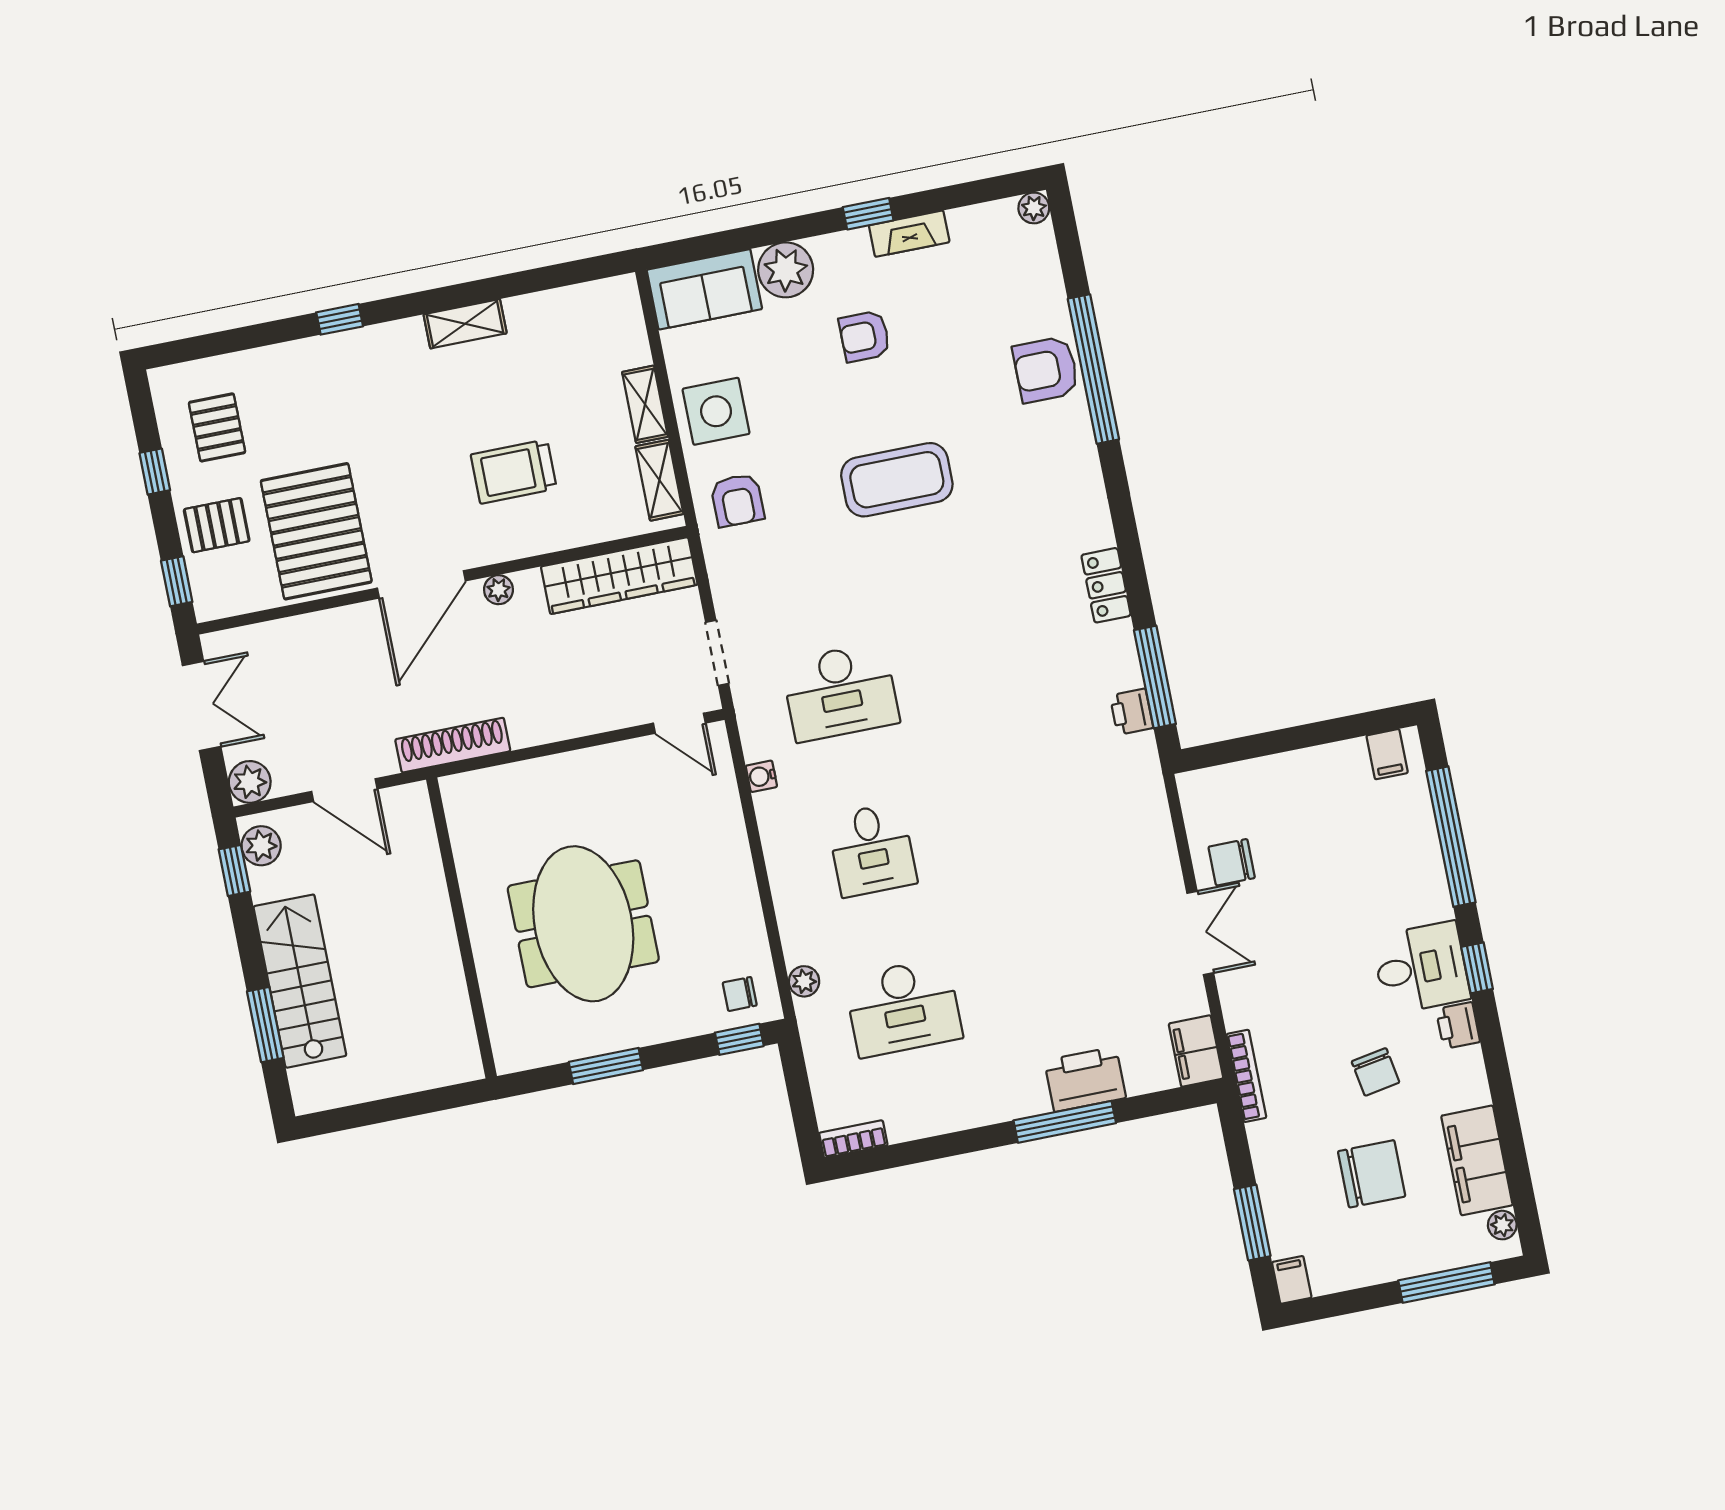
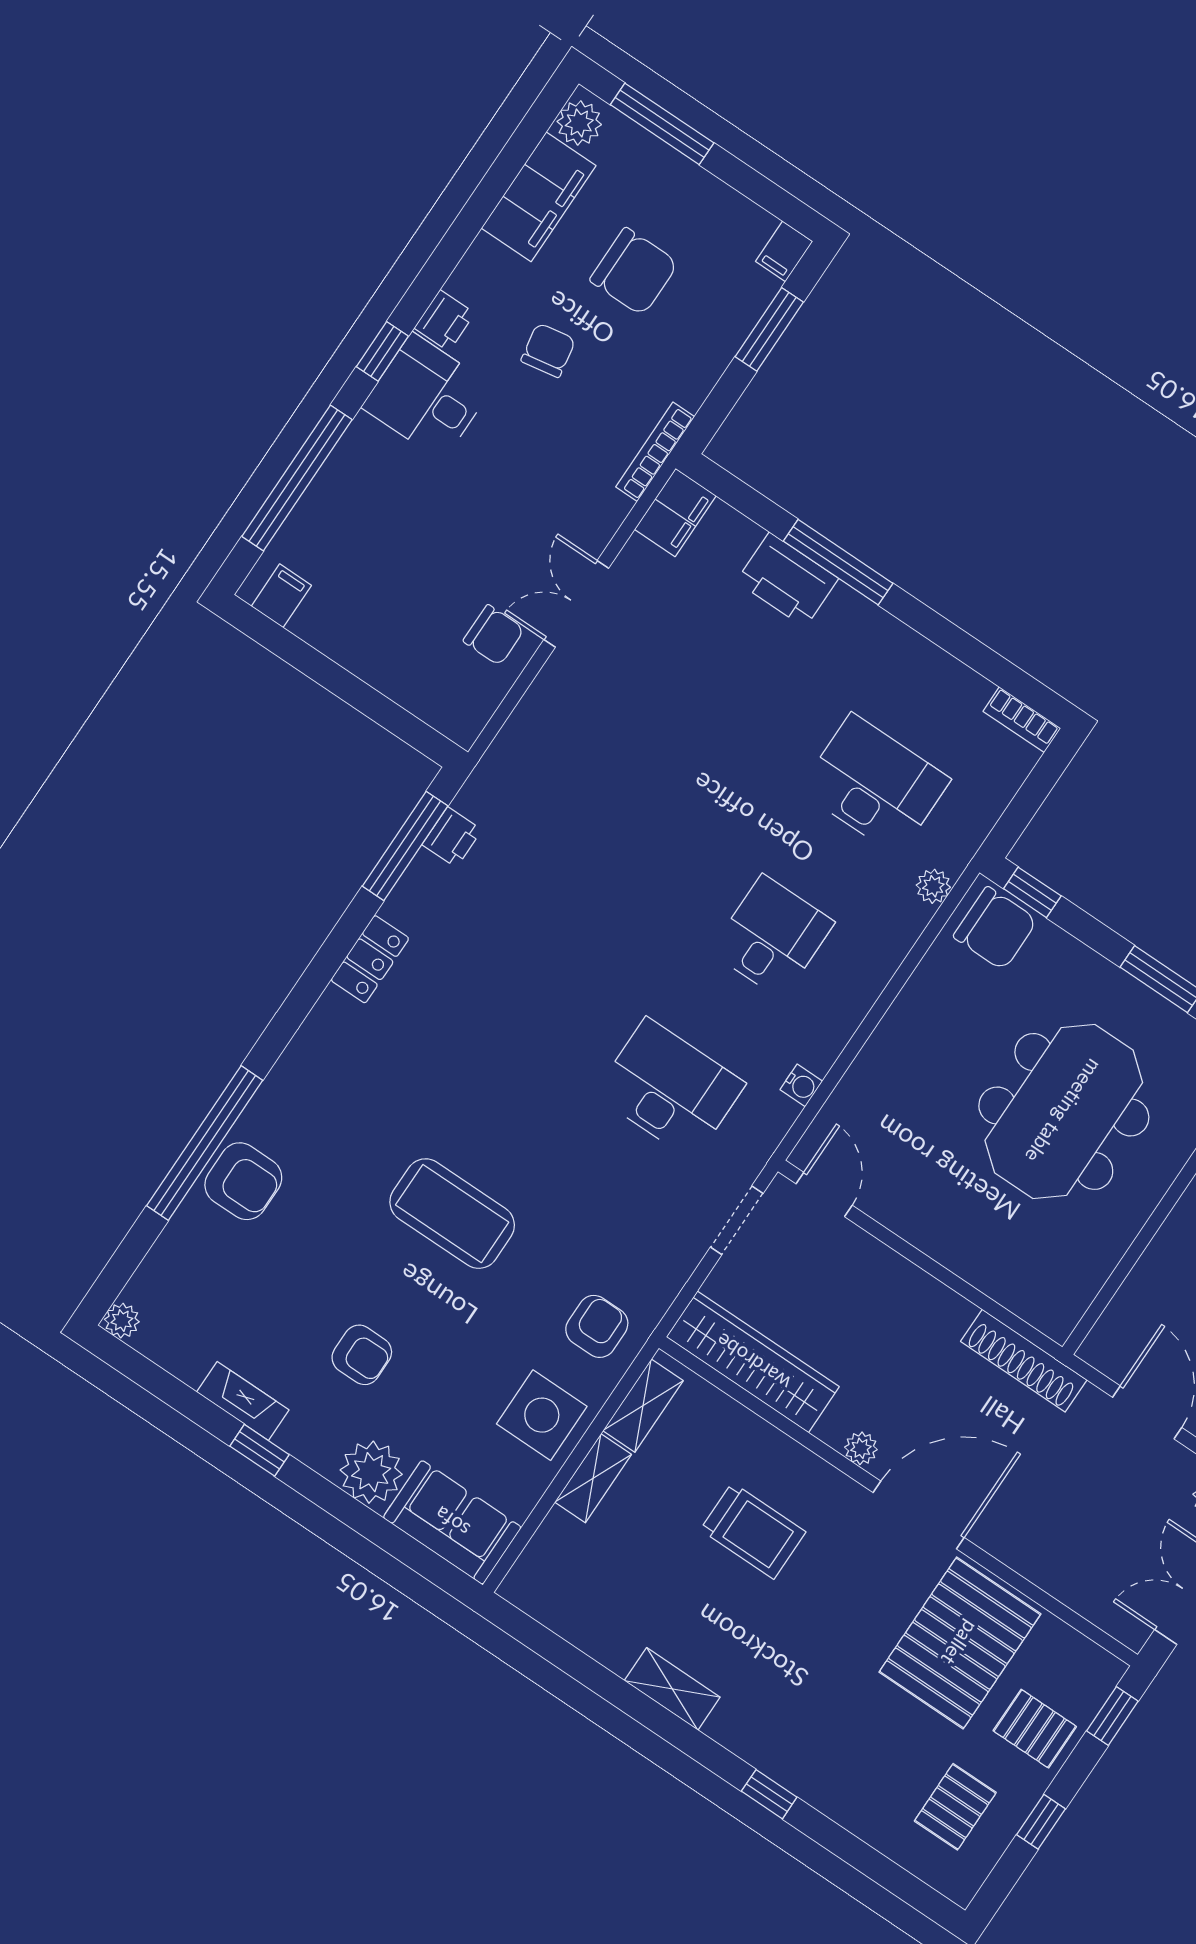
chair: (740, 994) -> (995, 928), width x1.87, depth x1.87
chair: (1372, 1174) -> (634, 272), turned 180
plant: (1502, 1225) -> (579, 123), width x1.38, depth x1.38

